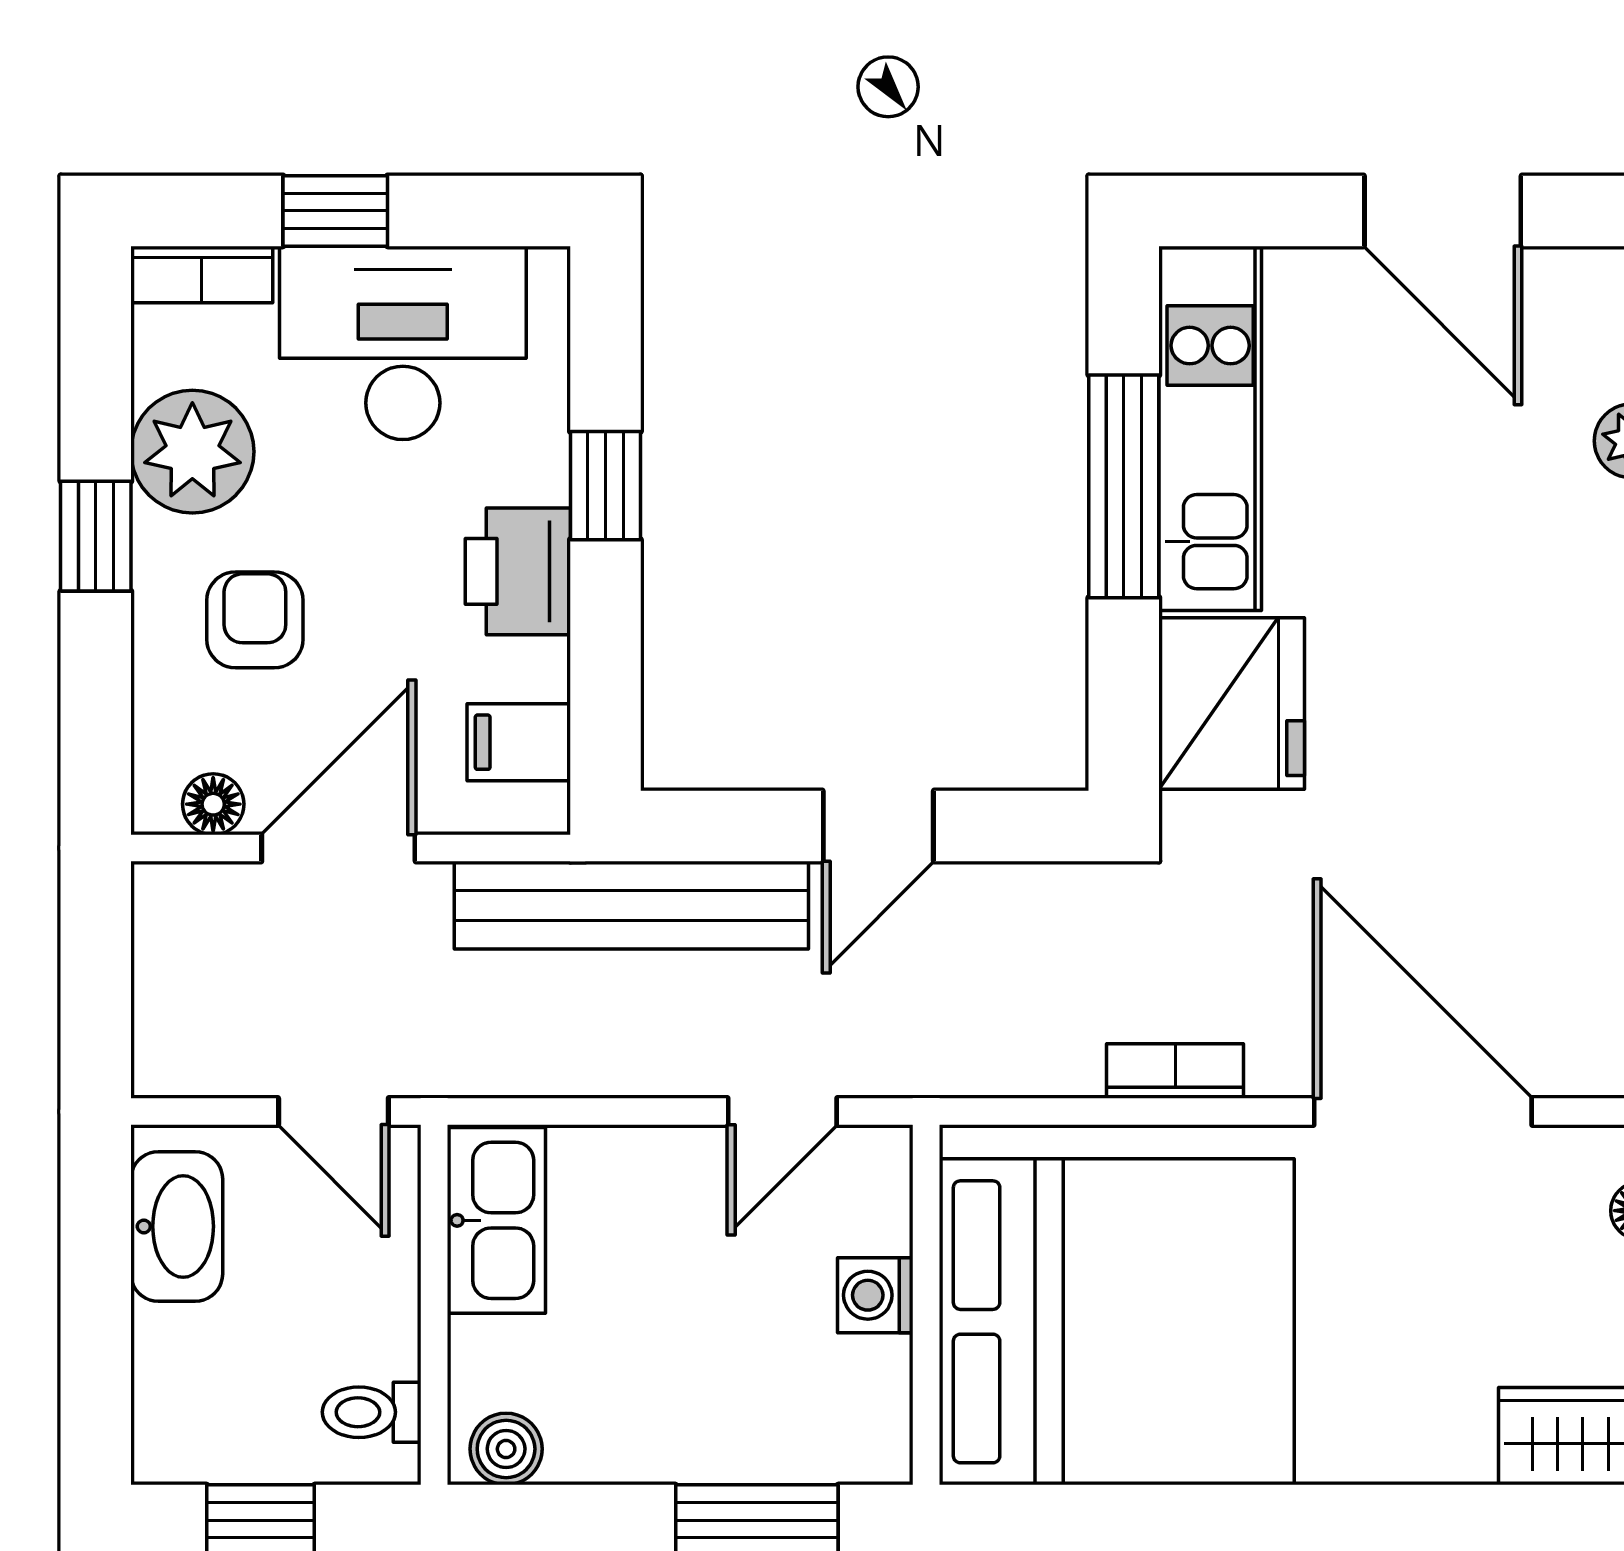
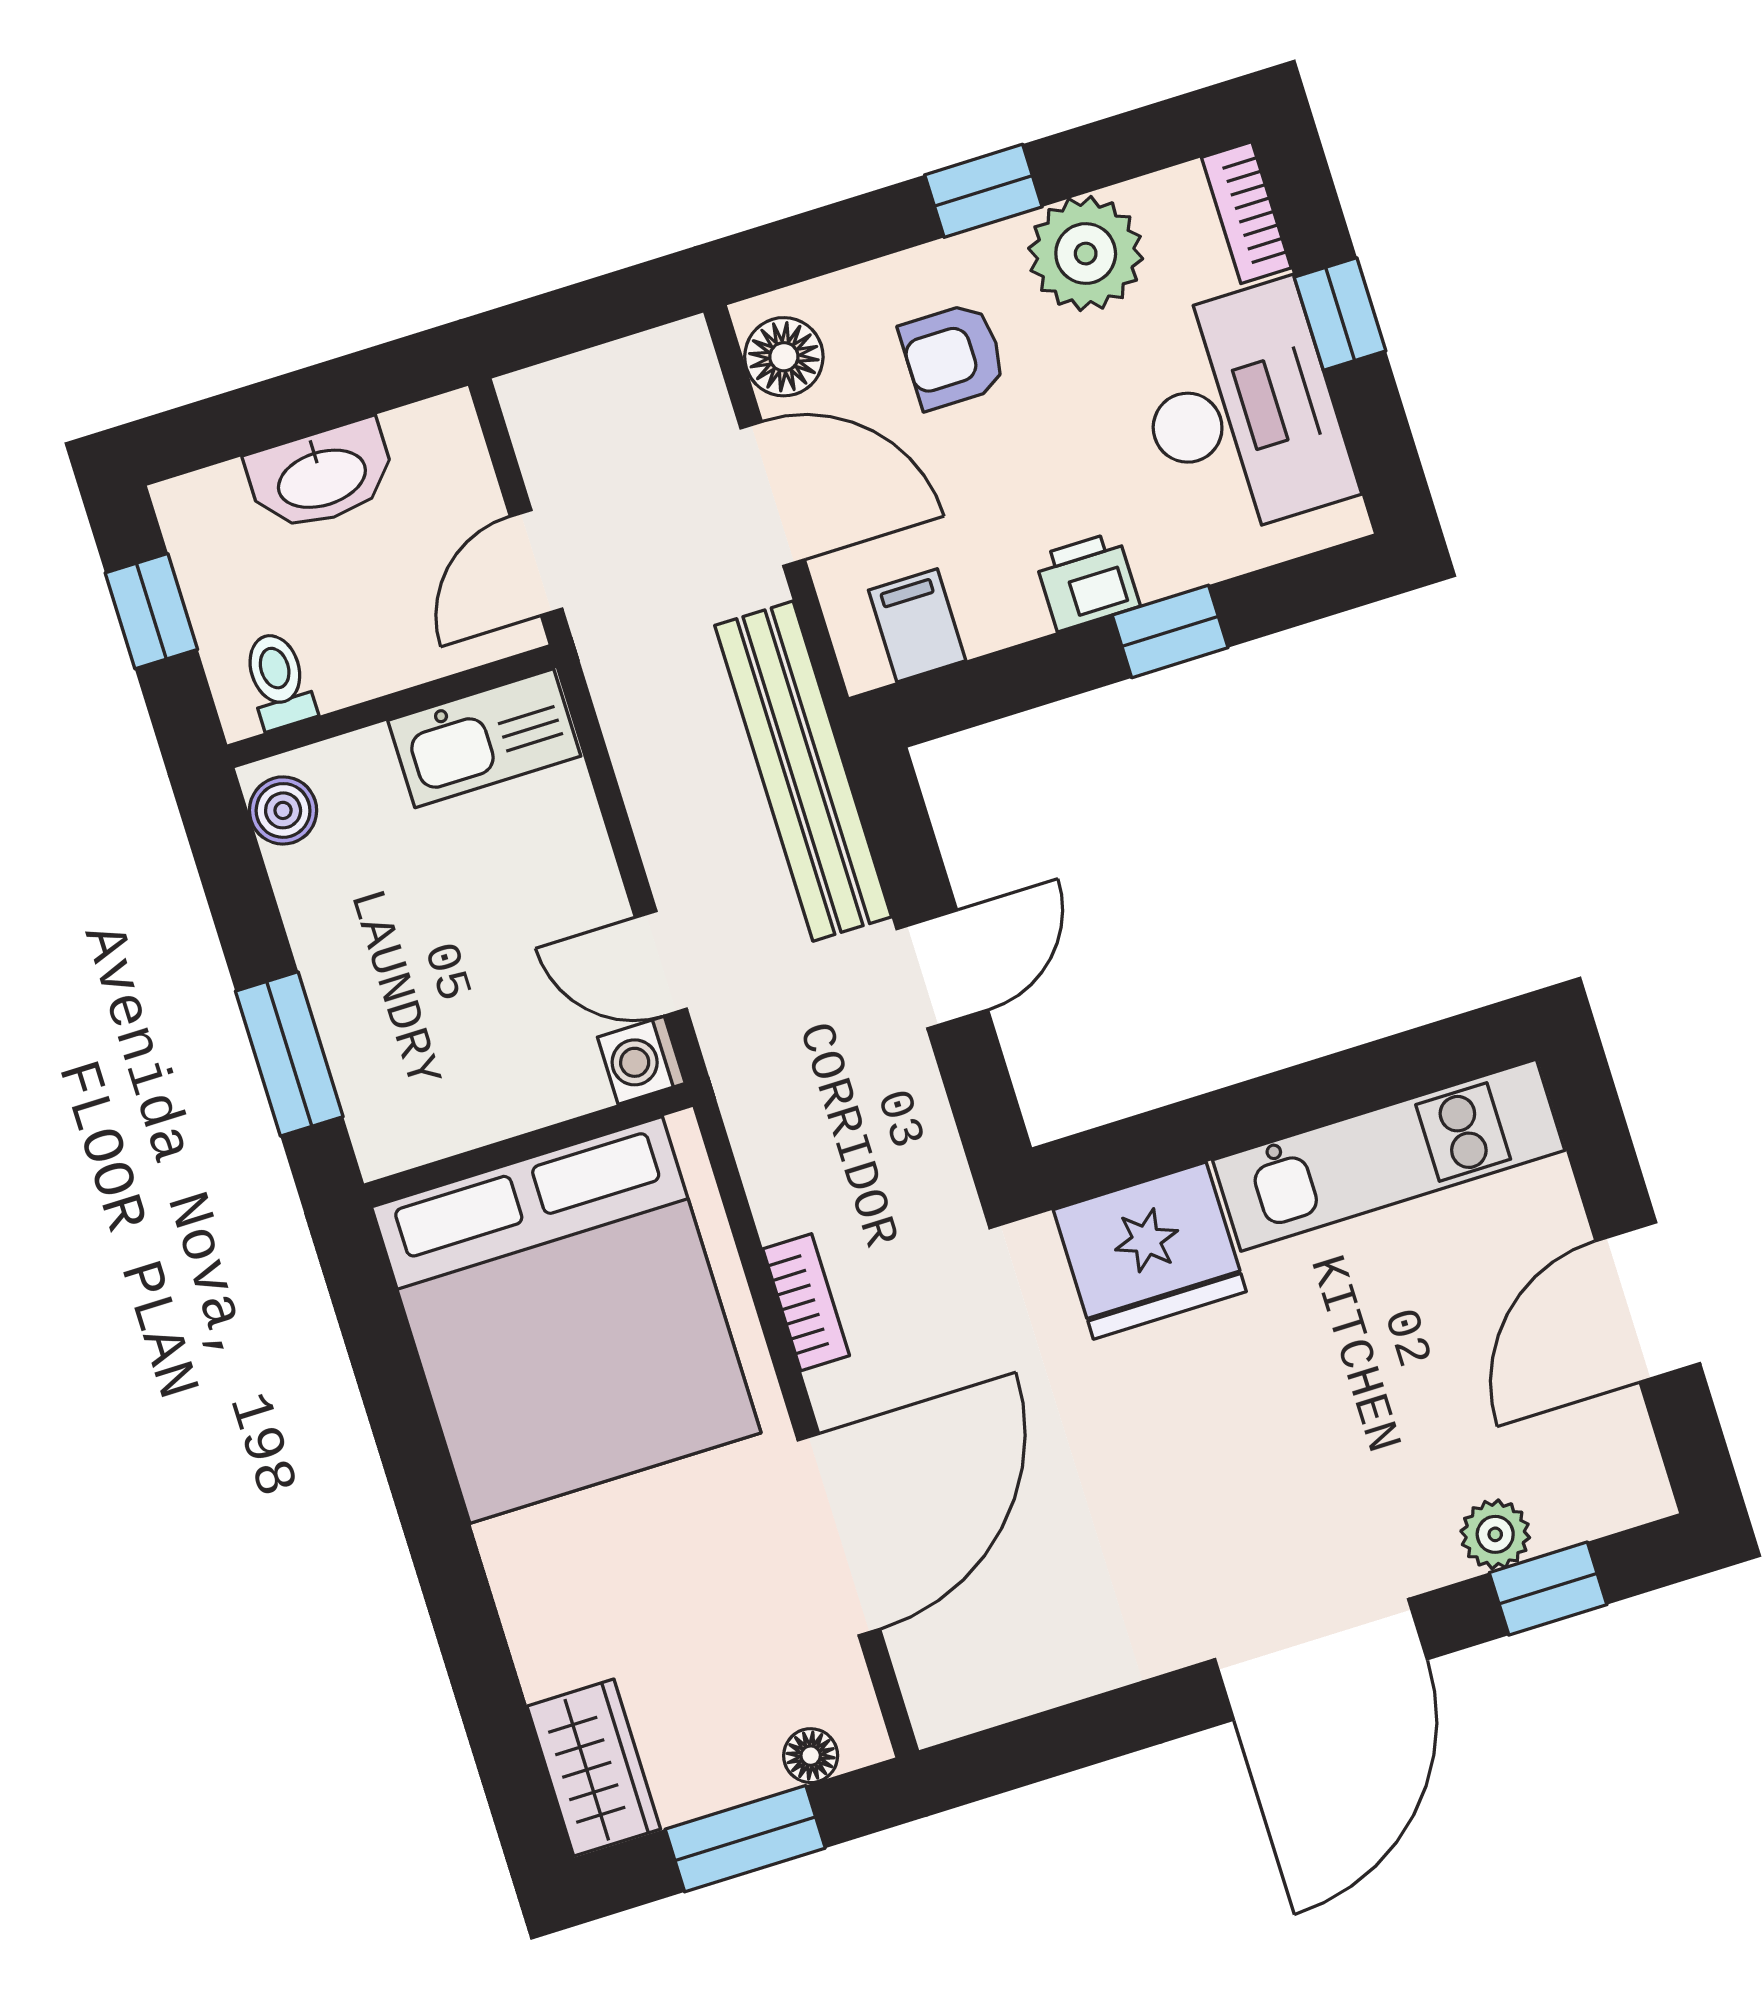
window: (1124, 486) -> (1314, 1094), removed
printer: (518, 571) -> (1087, 581), width x0.73, depth x0.81
armchair: (255, 620) -> (953, 356), turned 180
floor lamp: (213, 804) -> (784, 357), width x1.37, depth x1.37
door: (878, 826) -> (942, 969), swing flipped
washbasin: (177, 1226) -> (321, 476), moved
washing machine: (875, 1295) -> (641, 1060), moved, turned -90

